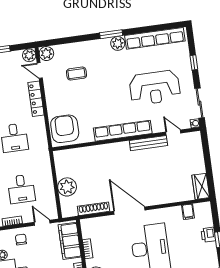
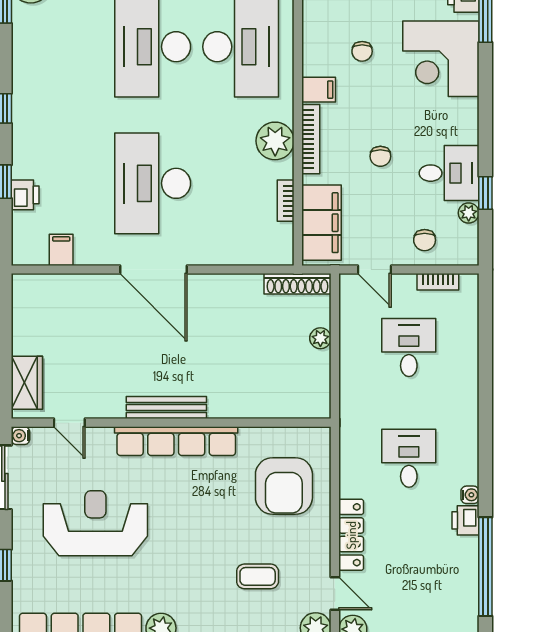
armchair: (65, 129) -> (284, 486), moved
bench: (148, 143) -> (166, 407), moved
wardrobe: (201, 186) -> (27, 383), moved
plant: (67, 187) -> (320, 338), width x0.53, depth x0.53
shoe rack: (93, 209) -> (297, 284), moved
door: (129, 211) -> (154, 269), moved

